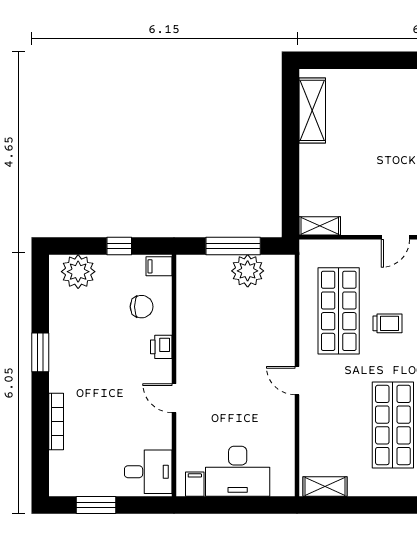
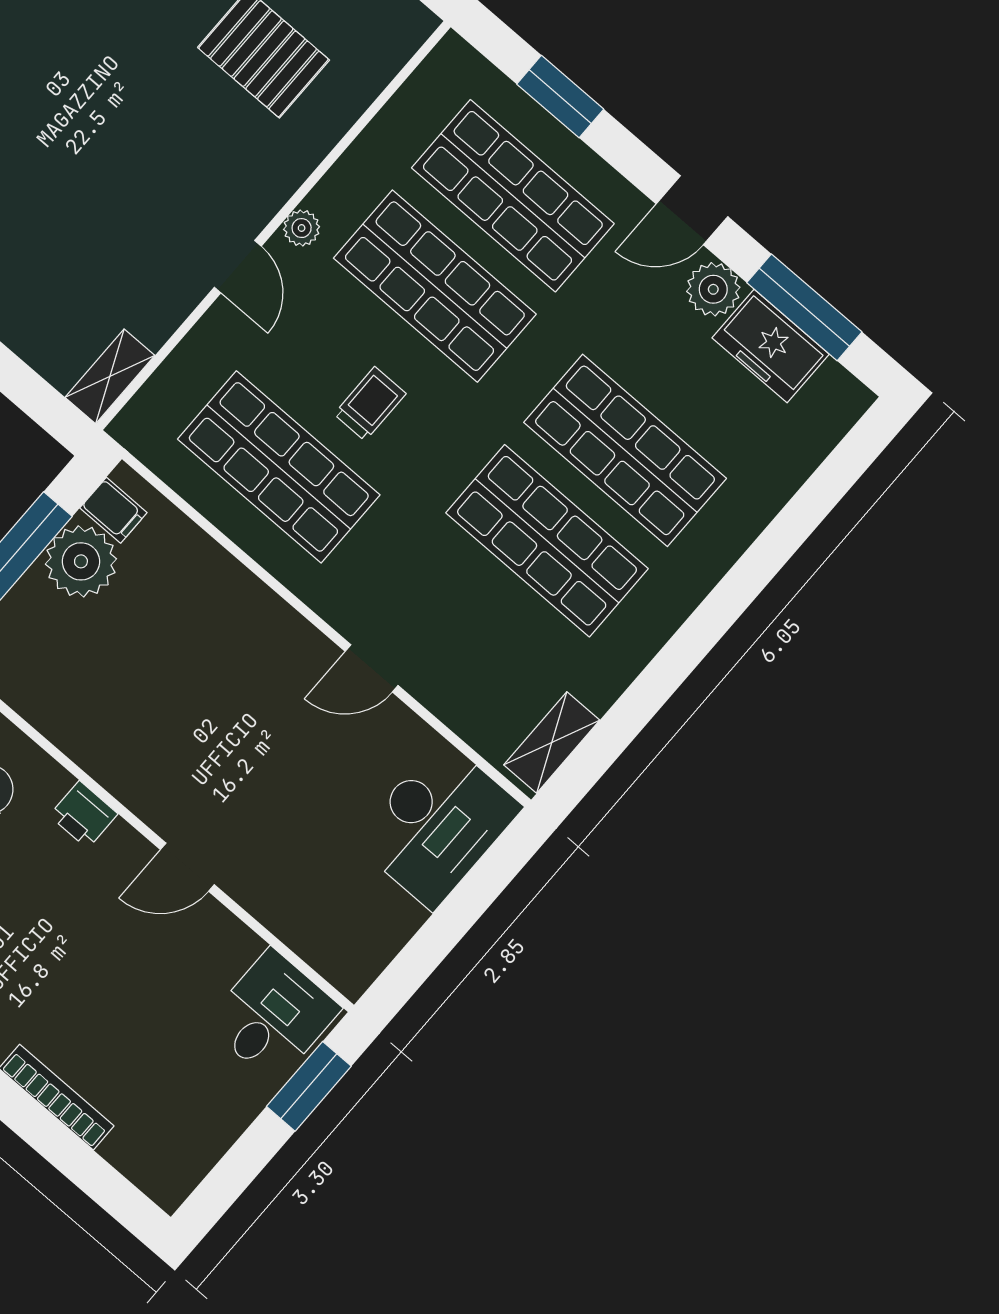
door: (297, 381) -> (372, 668), moved
desk: (238, 471) -> (437, 824), moved
filing cabinet: (195, 484) -> (113, 510), moved, turned 180
window: (96, 505) -> (309, 1086), moved

